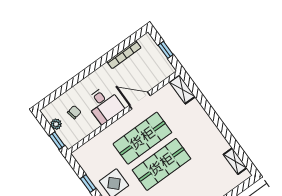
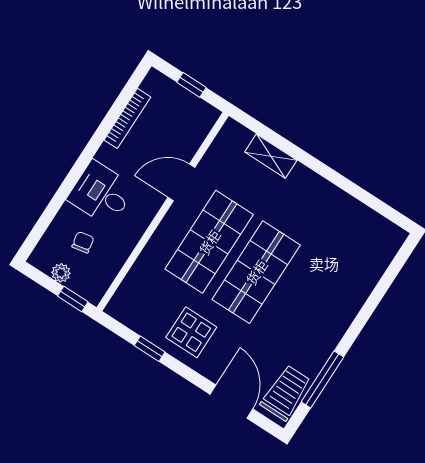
shelving: (182, 89) -> (271, 156), moved
desk: (104, 105) -> (101, 193), moved, turned 180
shelving: (235, 161) -> (373, 221), removed

